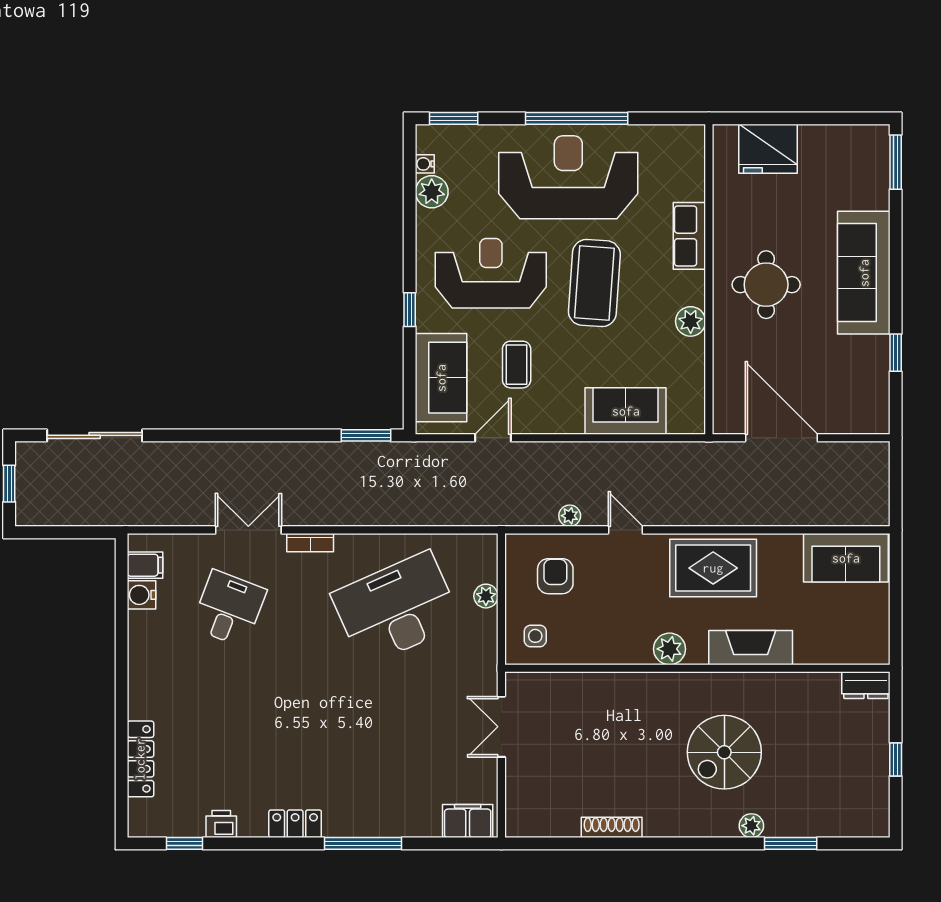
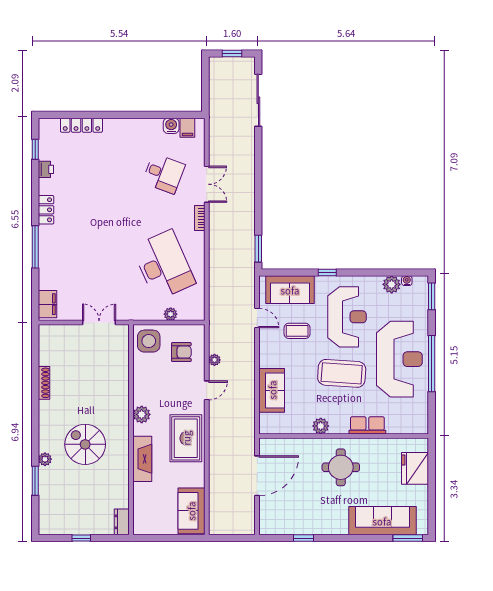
sofa: (864, 273) -> (382, 521), moved
side table: (535, 636) -> (149, 341), width x1.87, depth x1.87

